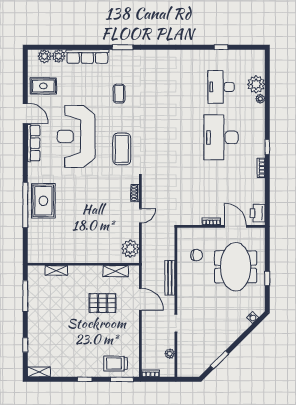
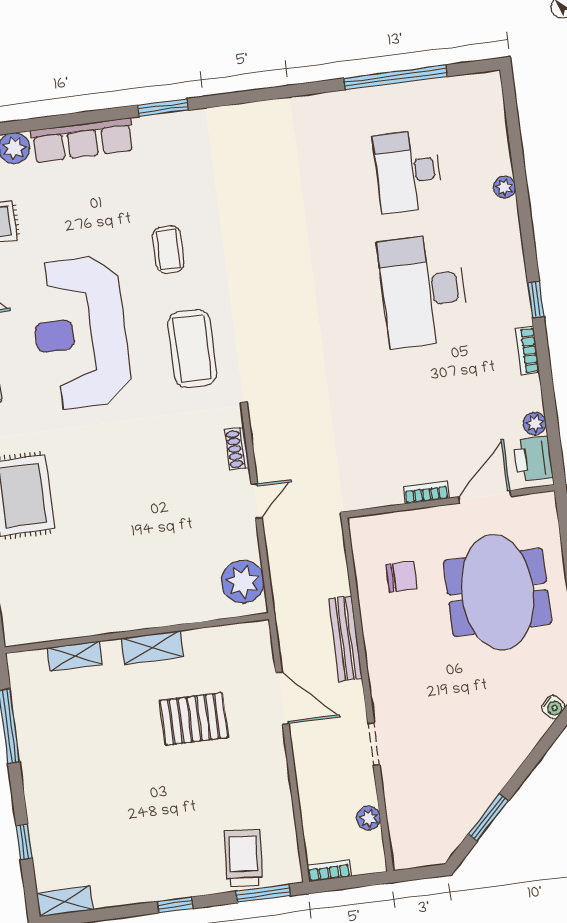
window: (221, 47) -> (395, 77), width x3.17
plant: (256, 84) -> (535, 424), moved, width x0.53, depth x0.53
coffee table: (119, 94) -> (168, 249), moved
door: (235, 226) -> (485, 497), hinge flipped
shelving: (115, 271) -> (152, 648), moved
trolley: (116, 364) -> (243, 858), turned 95

